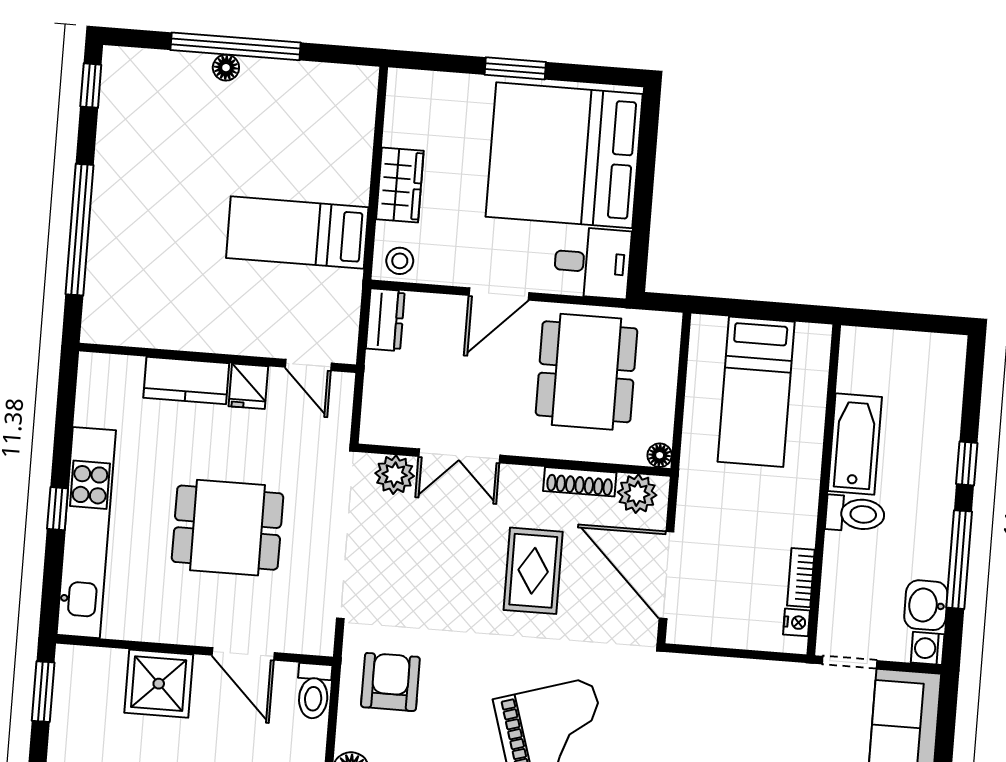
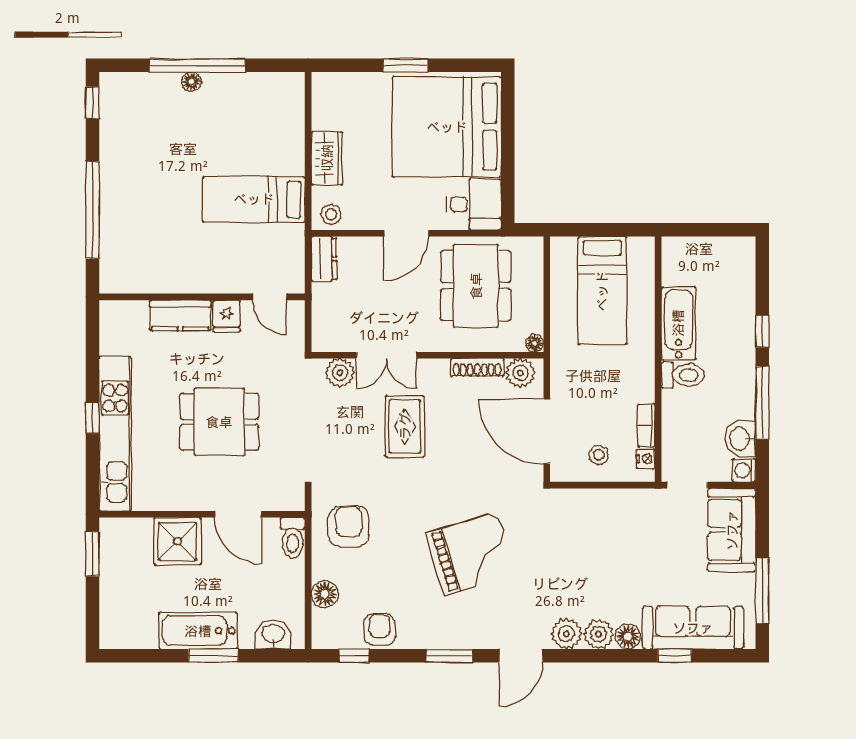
rug: (533, 571) -> (405, 426), moved
stool: (734, 612) -> (599, 455), added

